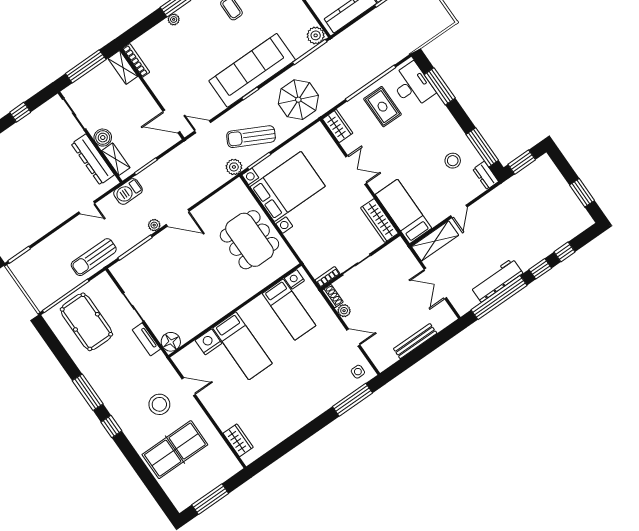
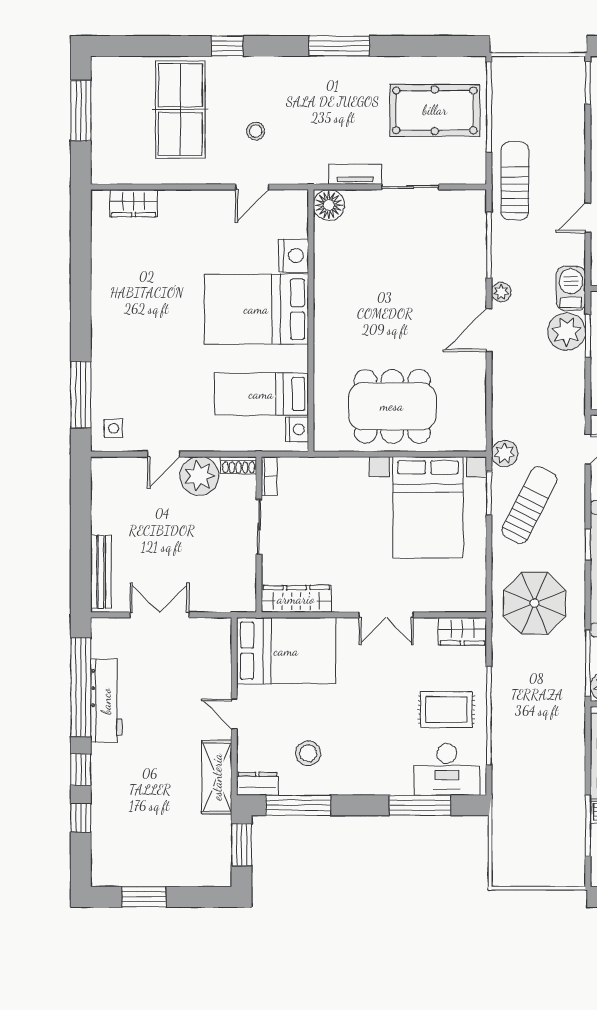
plant: (151, 179) -> (567, 332), added
bed: (403, 211) -> (286, 651), width x1.50
shelving: (435, 241) -> (217, 777), moved
plant: (344, 311) -> (199, 476), width x1.87, depth x1.87
bench: (415, 341) -> (101, 572), moved
bed: (242, 346) -> (256, 309), width x1.50
stool: (159, 404) -> (256, 131), width x0.53, depth x0.53
window: (111, 426) -> (227, 46), moved

